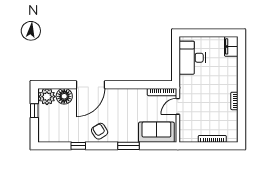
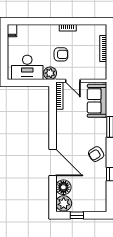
filing cabinet: (231, 46) -> (12, 31), width x0.50
plant: (186, 82) -> (50, 73), added
armchair: (206, 94) -> (61, 54), added

